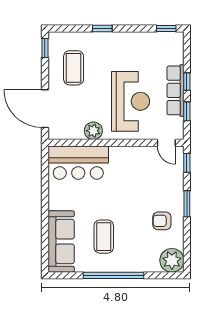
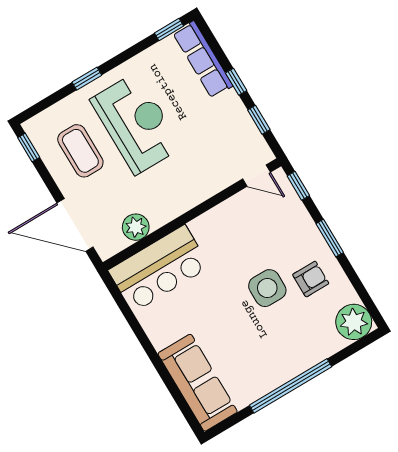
row of seats: (175, 90) -> (203, 59), moved
reception desk: (131, 101) -> (136, 123), moved
plant: (93, 131) -> (136, 227), moved
side table: (134, 211) -> (267, 288), added
armchair: (162, 221) -> (311, 279), turned 180
coffee table: (104, 237) -> (248, 344), removed

